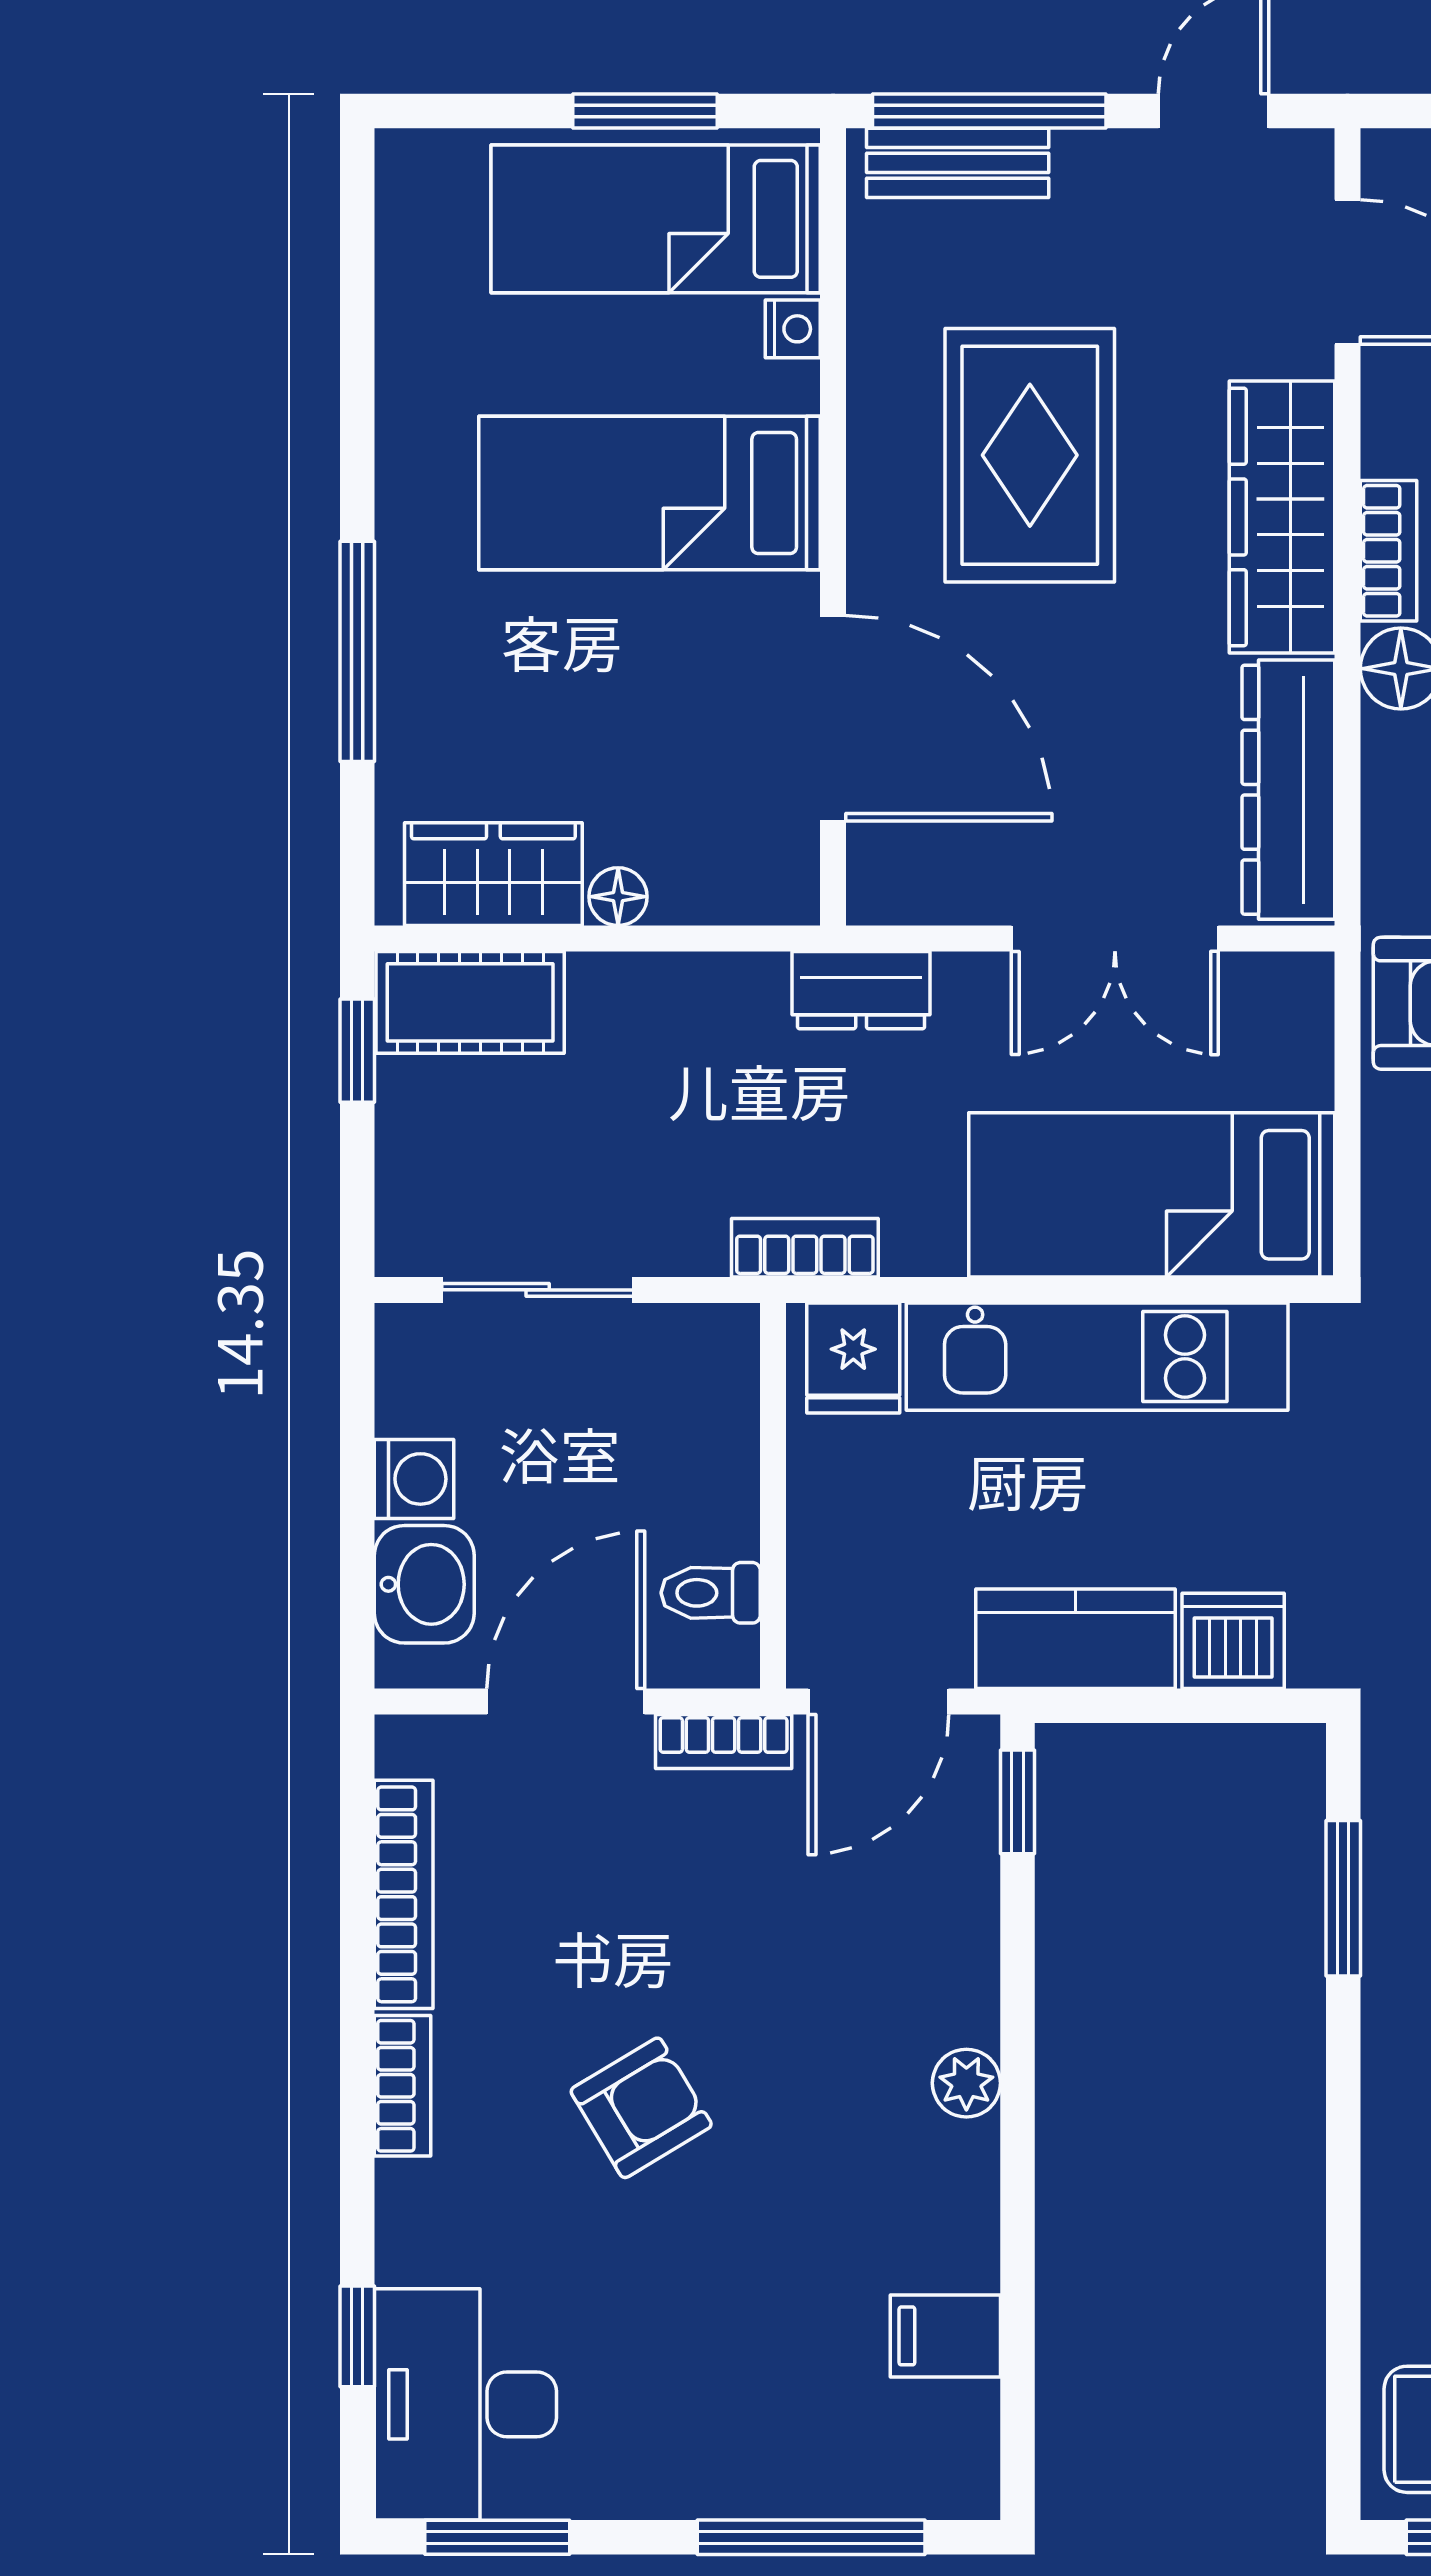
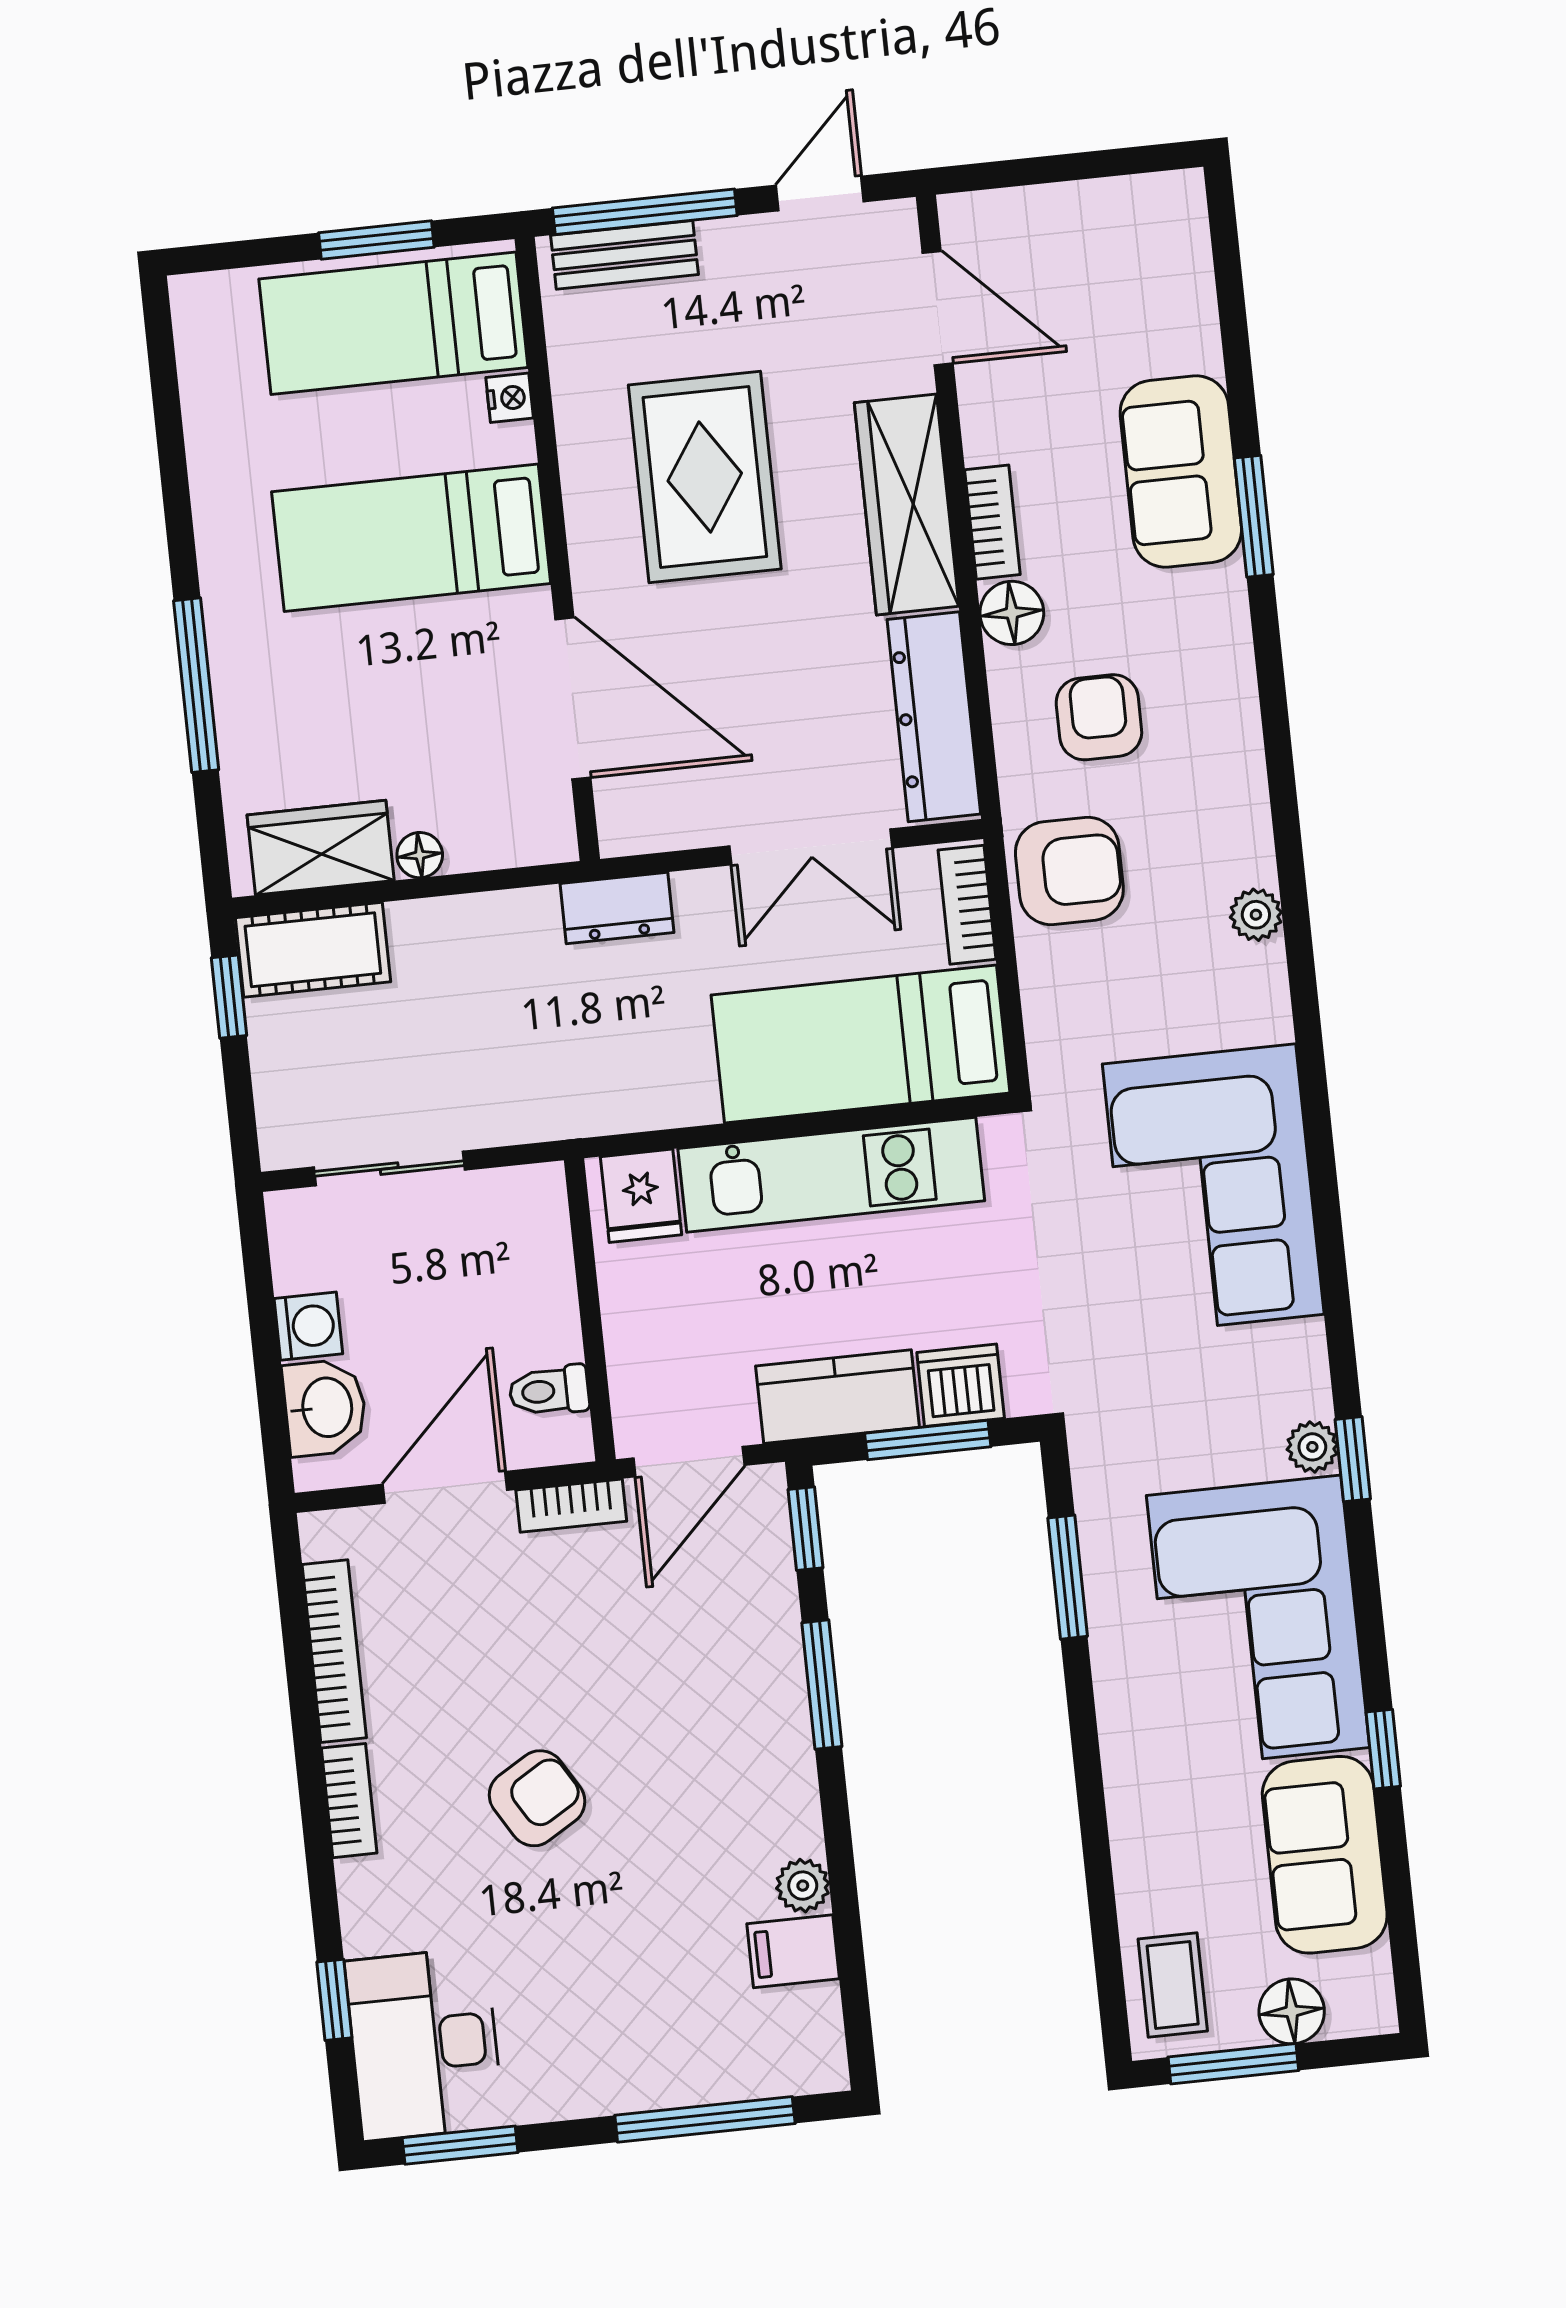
bookcase: (805, 1248) -> (967, 905), moved, turned -90
window: (1184, 1706) -> (928, 1440), added
window: (1017, 2002) -> (822, 1685), added
plant: (966, 2083) -> (803, 1886), moved

